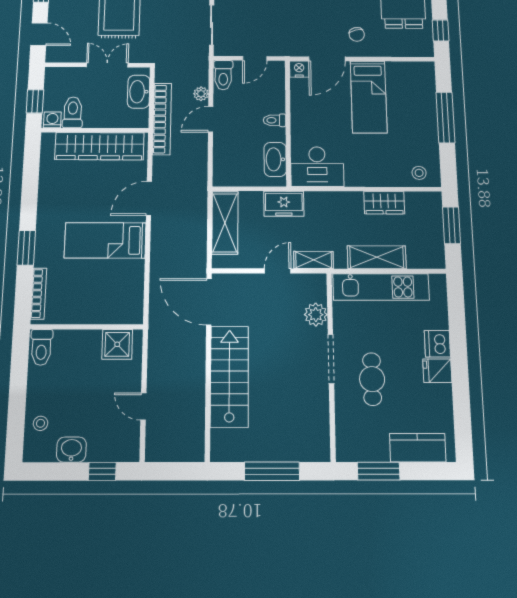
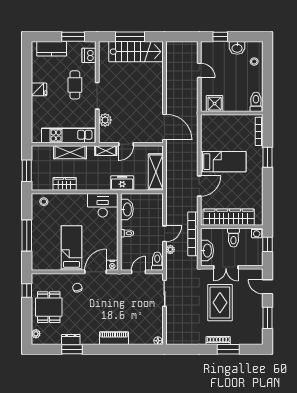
toilet: (73, 112) -> (233, 238), moved
dishwasher: (437, 344) -> (89, 55), moved, turned 180
stairs: (229, 376) -> (136, 52), moved, turned -90

